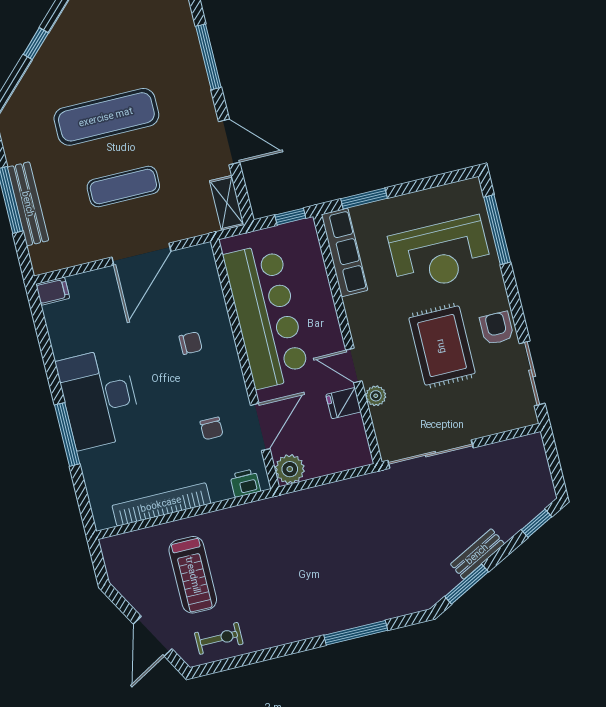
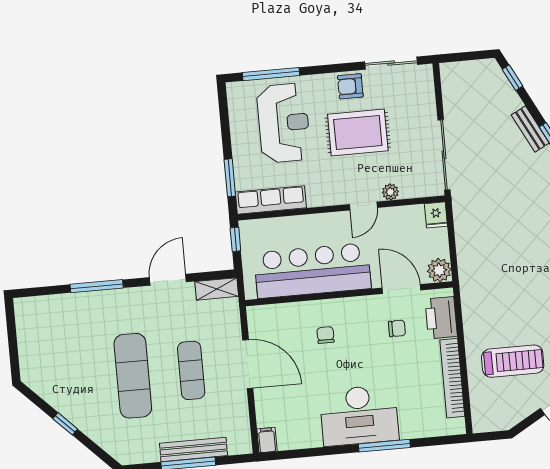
fridge: (343, 403) -> (436, 215), moved
printer: (245, 483) -> (441, 318), width x1.87, depth x1.48

